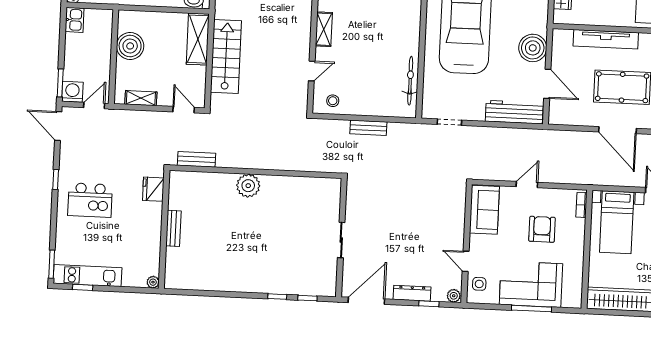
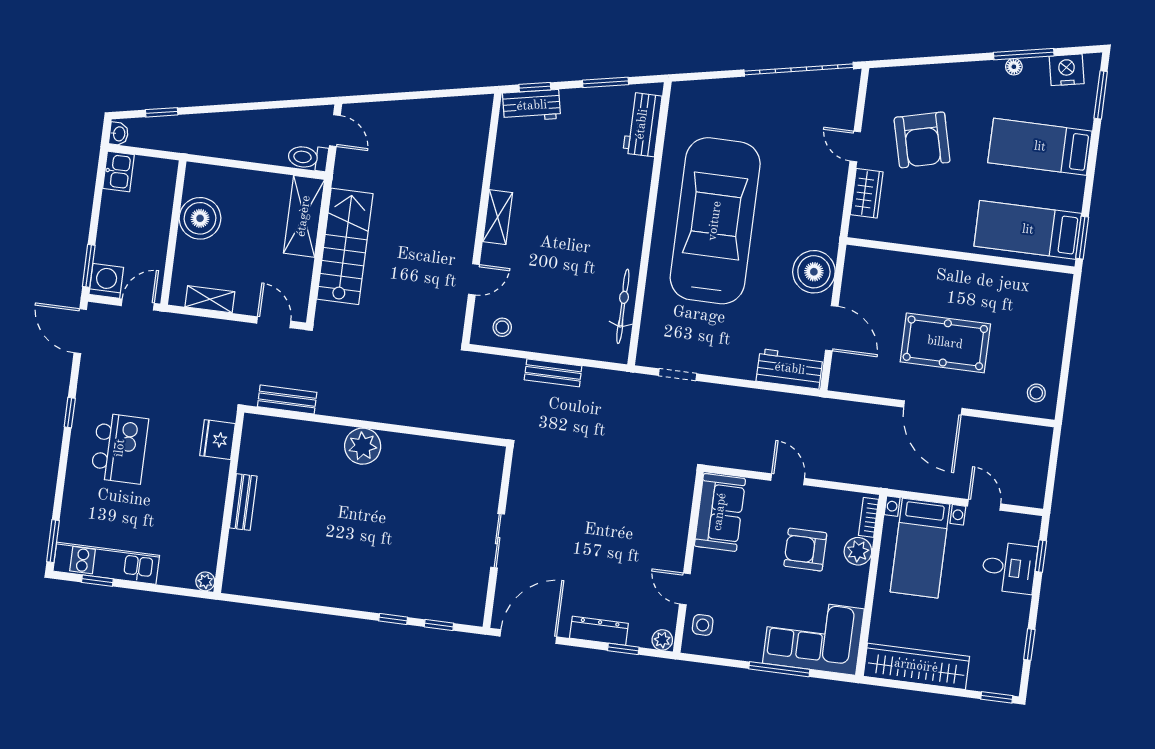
tv unit: (606, 39) -> (926, 268), removed
workbench: (514, 112) -> (790, 369), width x0.73
door: (527, 185) -> (788, 479), hinge flipped
kitchen island: (90, 200) -> (120, 448), turned -90
plant: (576, 228) -> (858, 551), added
armchair: (542, 229) -> (805, 550), turned -90
corner sofa: (531, 284) -> (813, 636), moved

